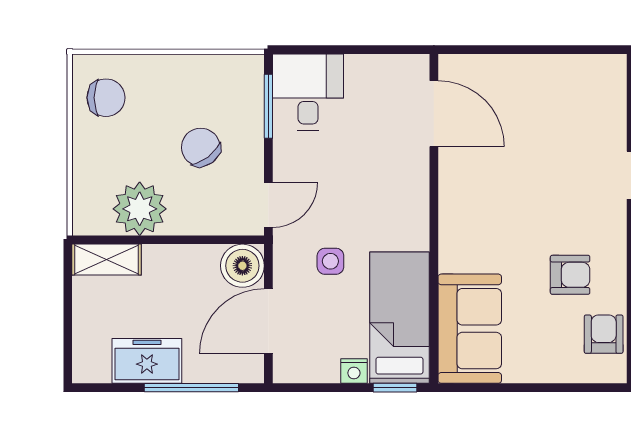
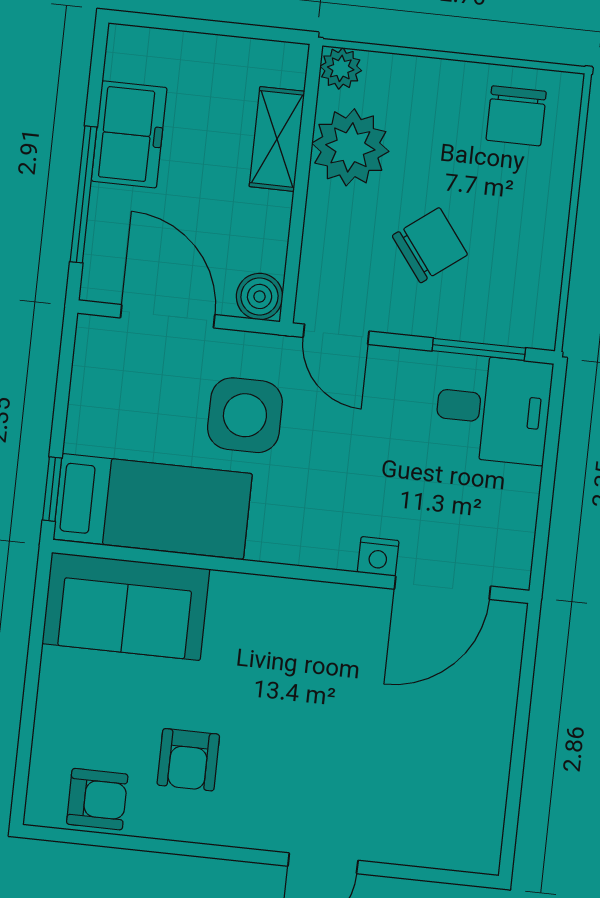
plant: (86, 221) -> (341, 68), added
shelving: (107, 260) -> (277, 139), moved
side table: (330, 261) -> (245, 415), width x1.87, depth x1.87
boiler: (242, 266) -> (260, 296), width x0.73, depth x0.73
nightstand: (354, 371) -> (378, 556), moved, turned -90

